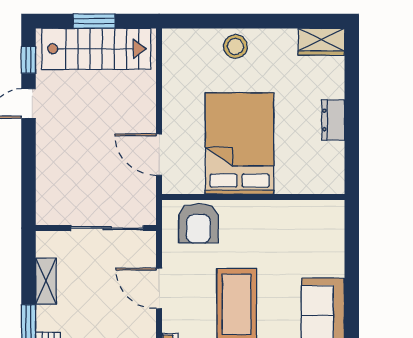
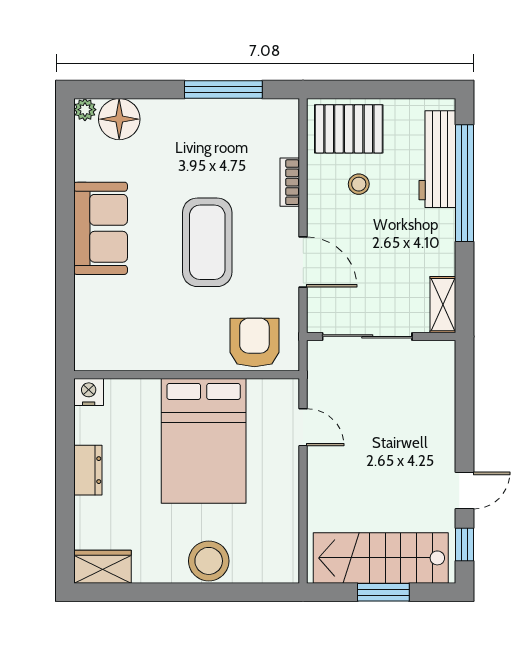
stool: (235, 46) -> (209, 561), width x1.38, depth x1.38
door: (159, 155) -> (303, 427), width x0.73
nightstand: (333, 183) -> (89, 392), added
shelving: (46, 281) -> (443, 305), moved

